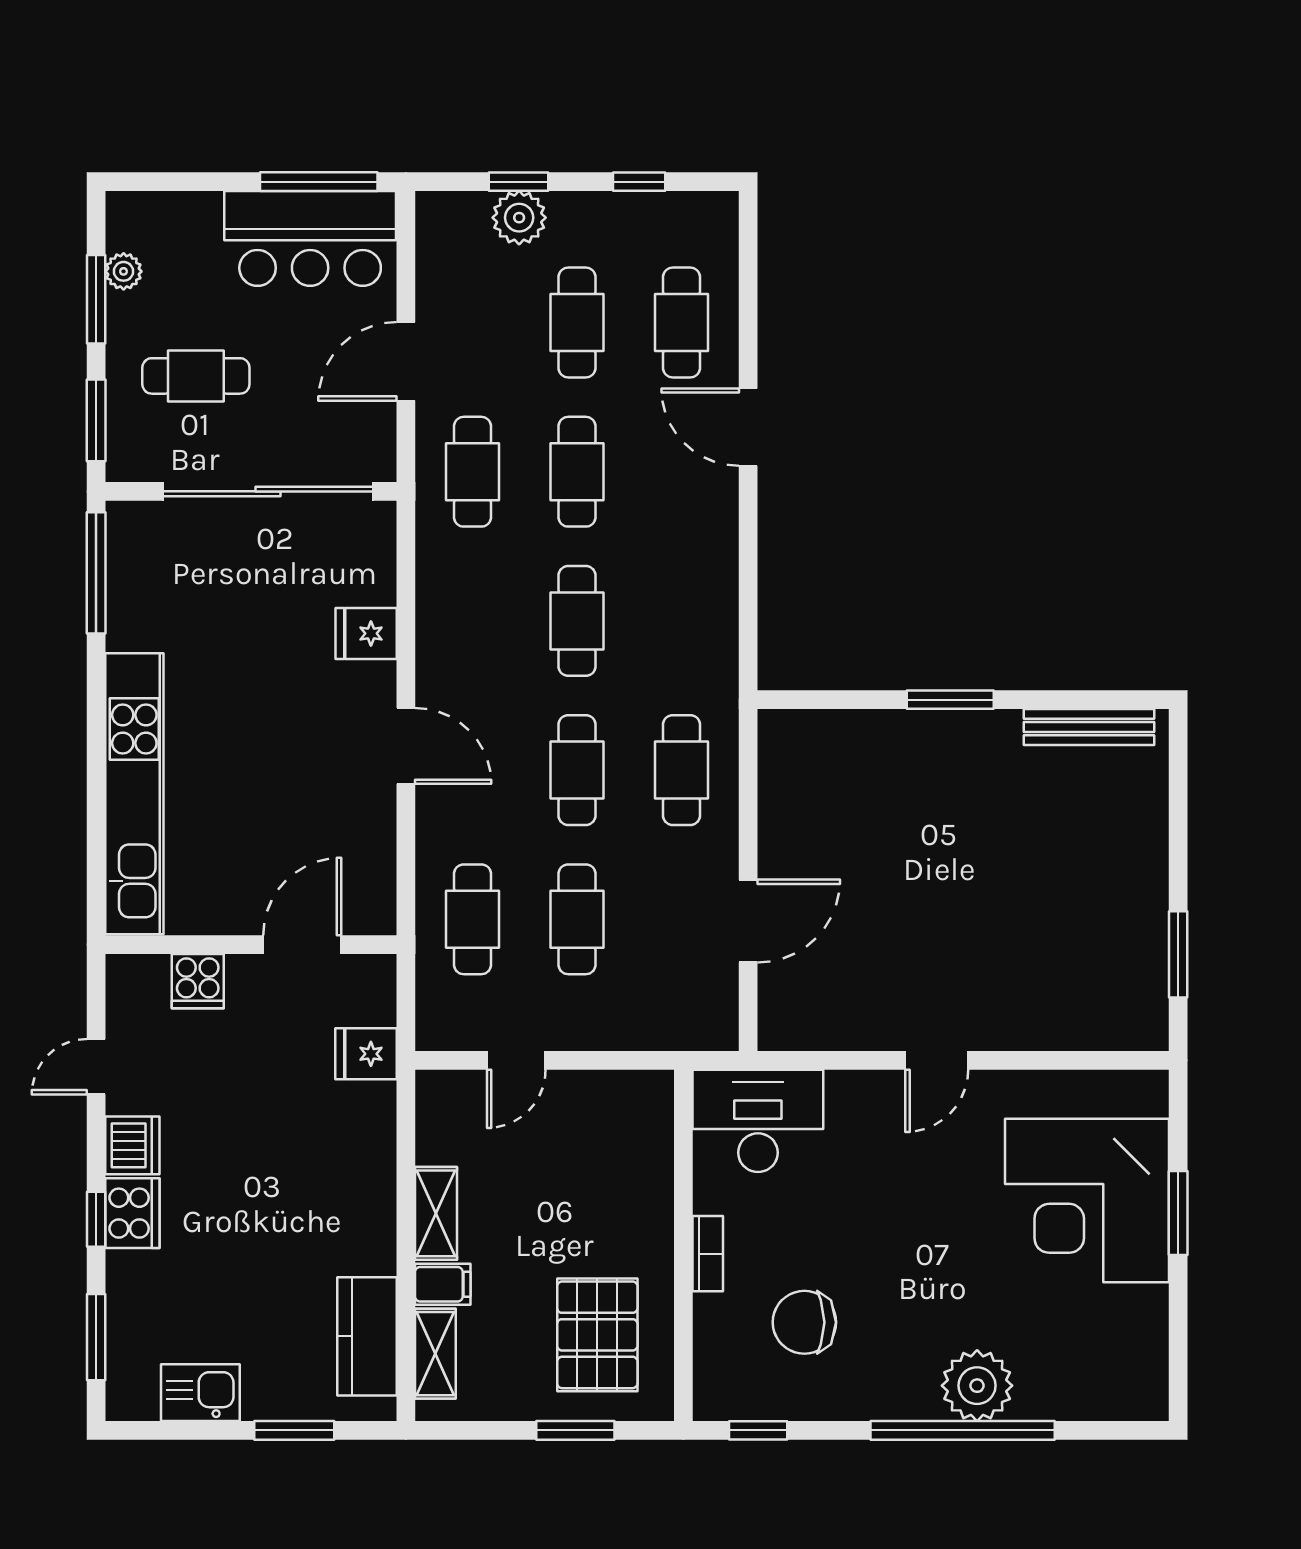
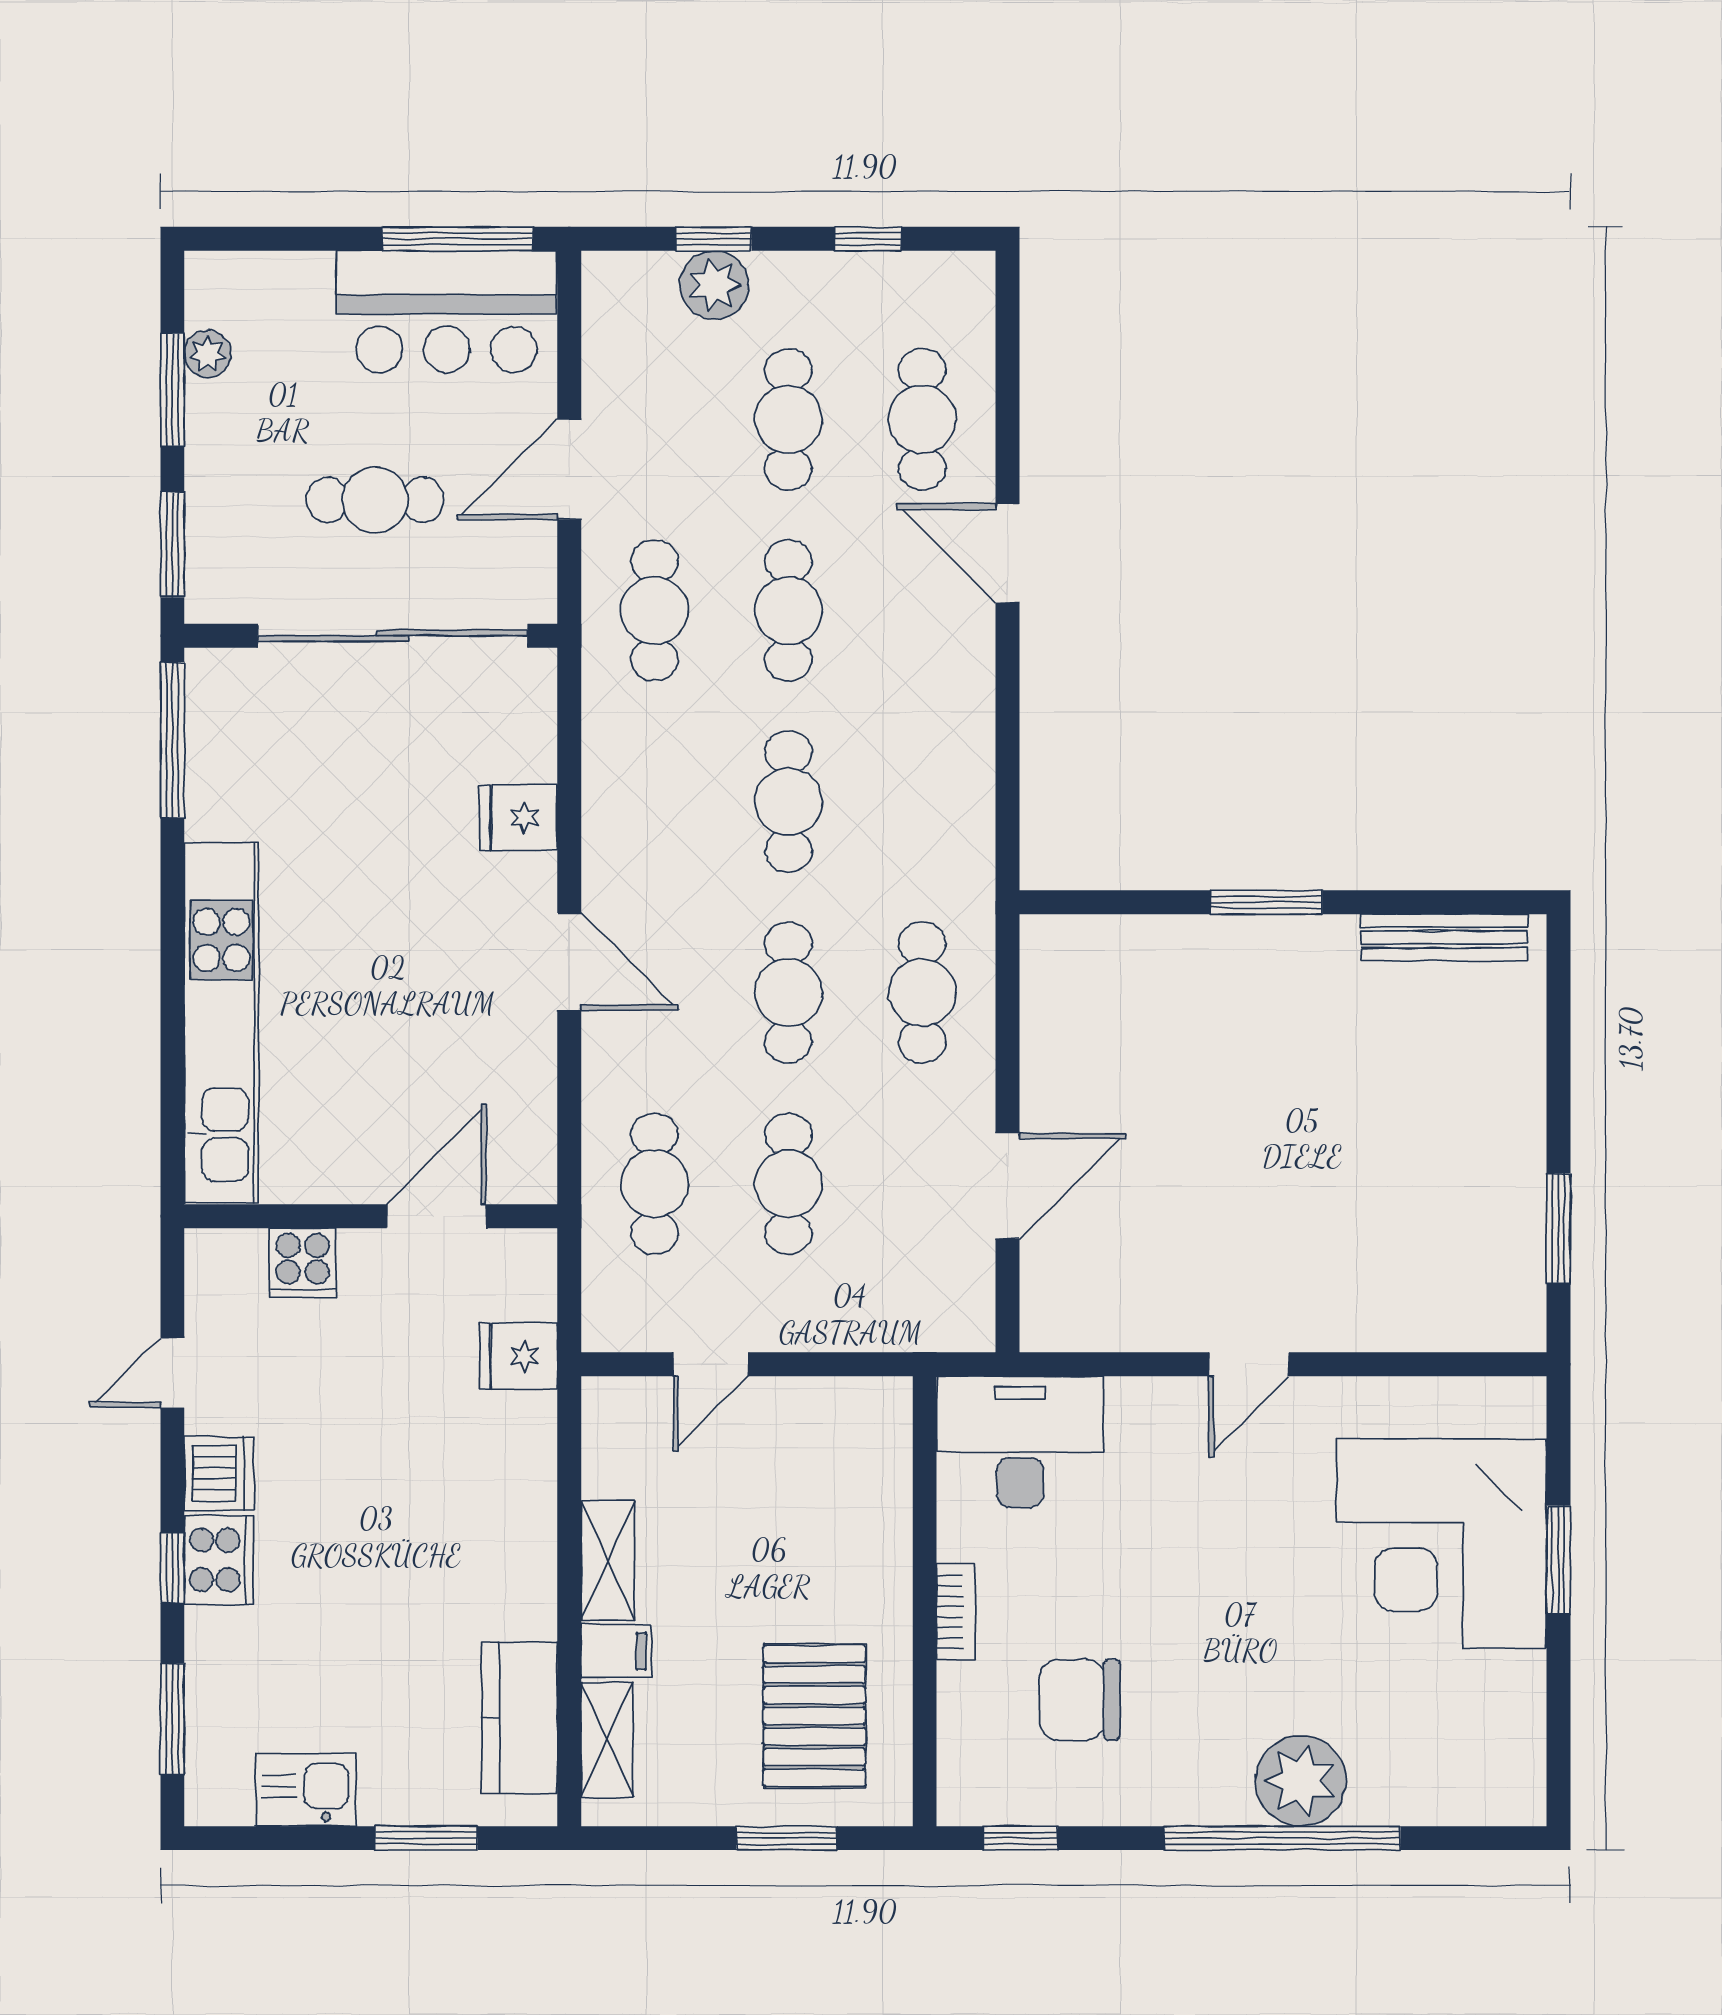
cafe table: (196, 376) -> (375, 500), moved

